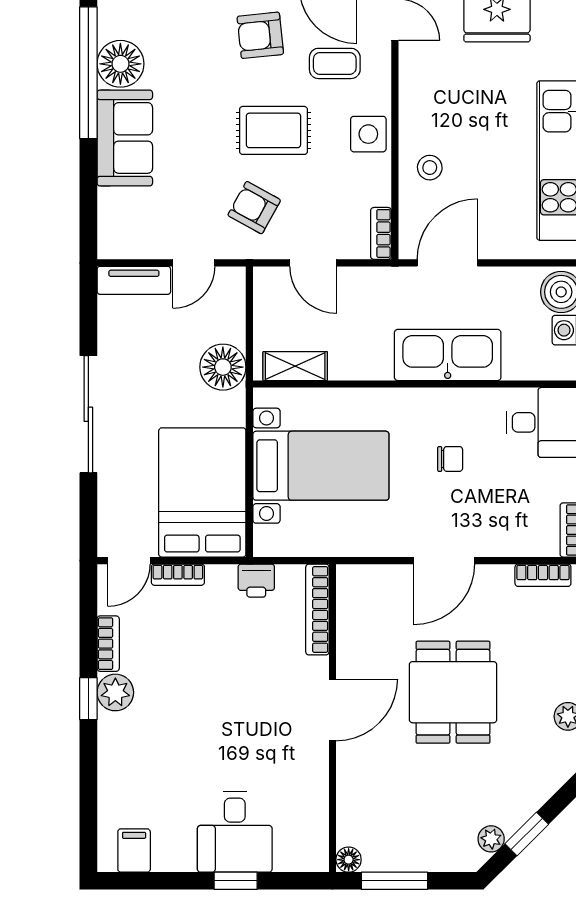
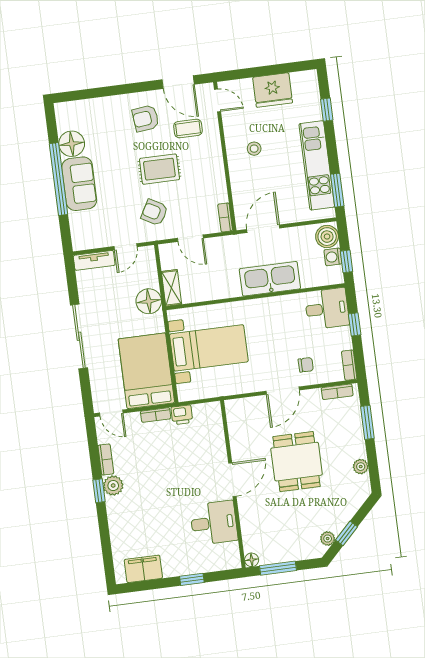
window: (88, 73) -> (59, 179), moved
side table: (368, 134) -> (211, 164), removed
stool: (430, 168) -> (254, 149), moved
shelving: (295, 366) -> (171, 288), moved, turned 90
chair: (450, 459) -> (306, 365), moved
door: (129, 561) -> (111, 413), hinge flipped
bookcase: (178, 575) -> (156, 415), moved
bookcase: (317, 610) -> (217, 426), removed
desk: (235, 832) -> (214, 523), moved, turned -90
filing cabinet: (134, 850) -> (143, 569), width x2.00

